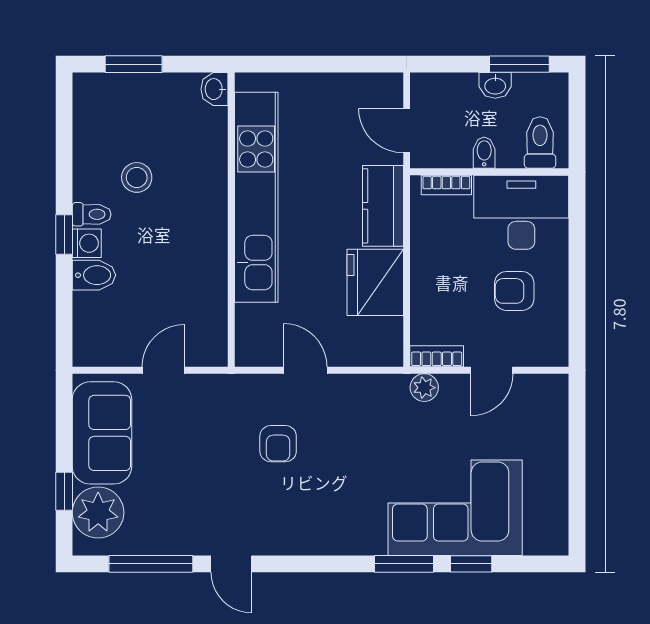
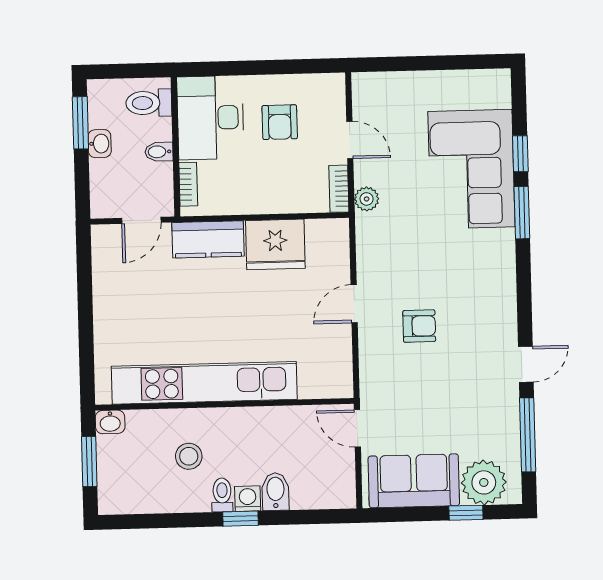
washbasin: (214, 89) -> (110, 422), moved
kitchen unit: (256, 197) -> (204, 383), moved
wall: (231, 220) -> (224, 404), moved

